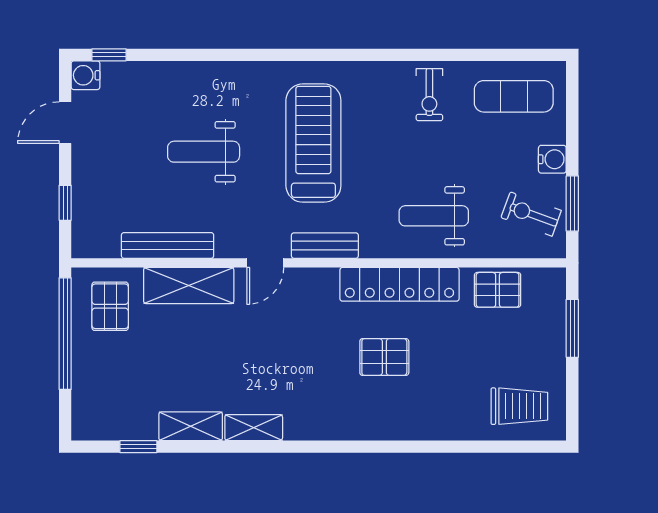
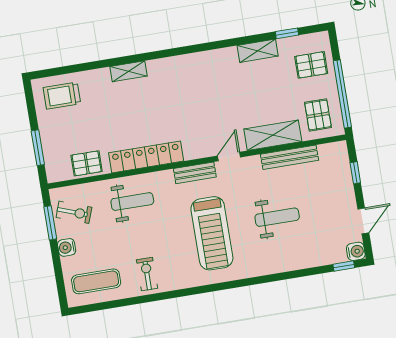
pallet: (384, 357) -> (311, 65), moved
shelving: (254, 428) -> (128, 71), moved

